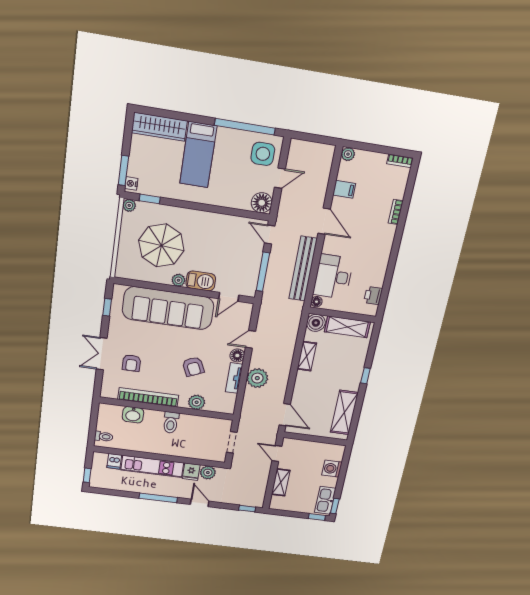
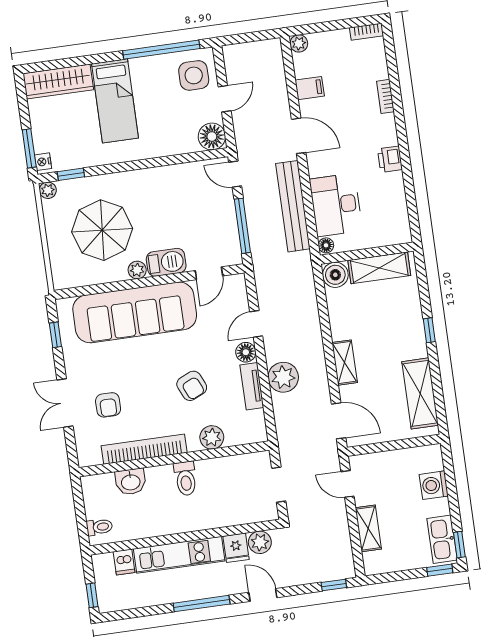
printer: (373, 296) -> (390, 159), moved
shelving: (307, 356) -> (345, 363), moved

